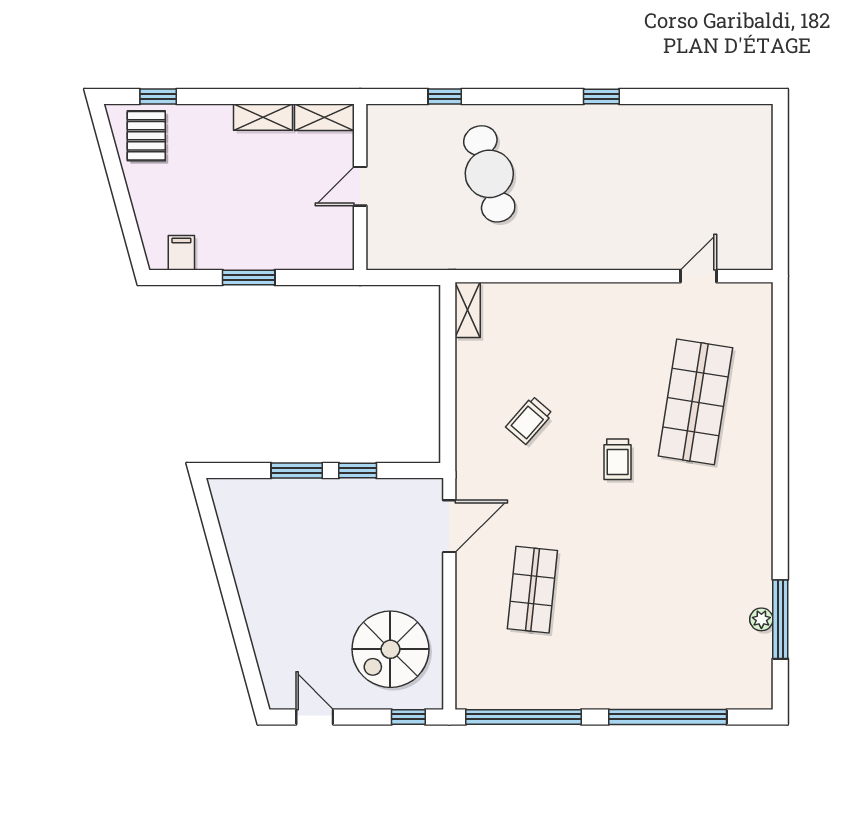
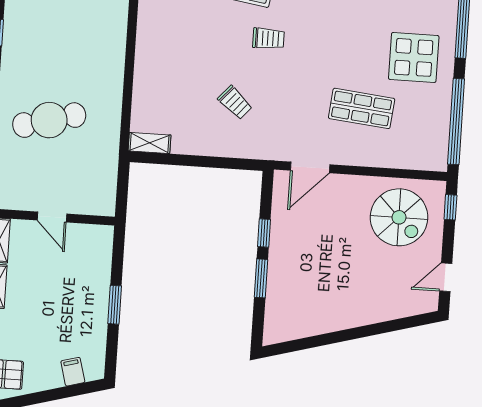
filing cabinet: (181, 253) -> (73, 372), moved, turned 75
door: (449, 526) -> (310, 167), swing flipped
display table: (605, 655) -> (414, 57), added

